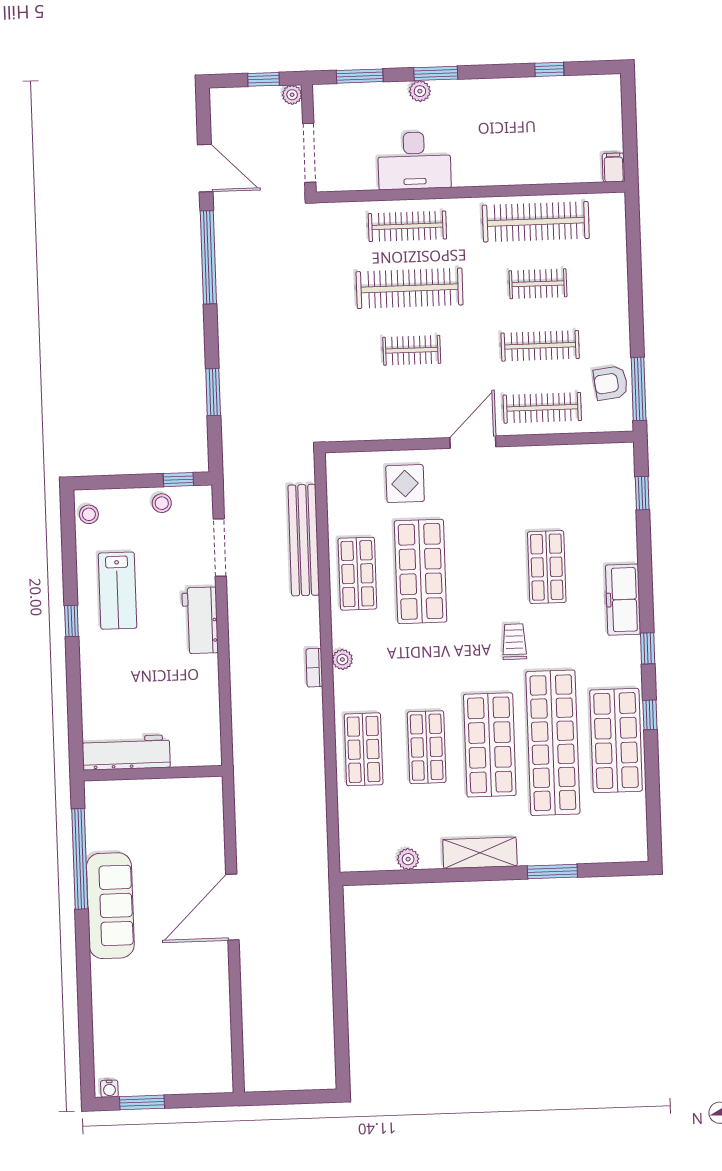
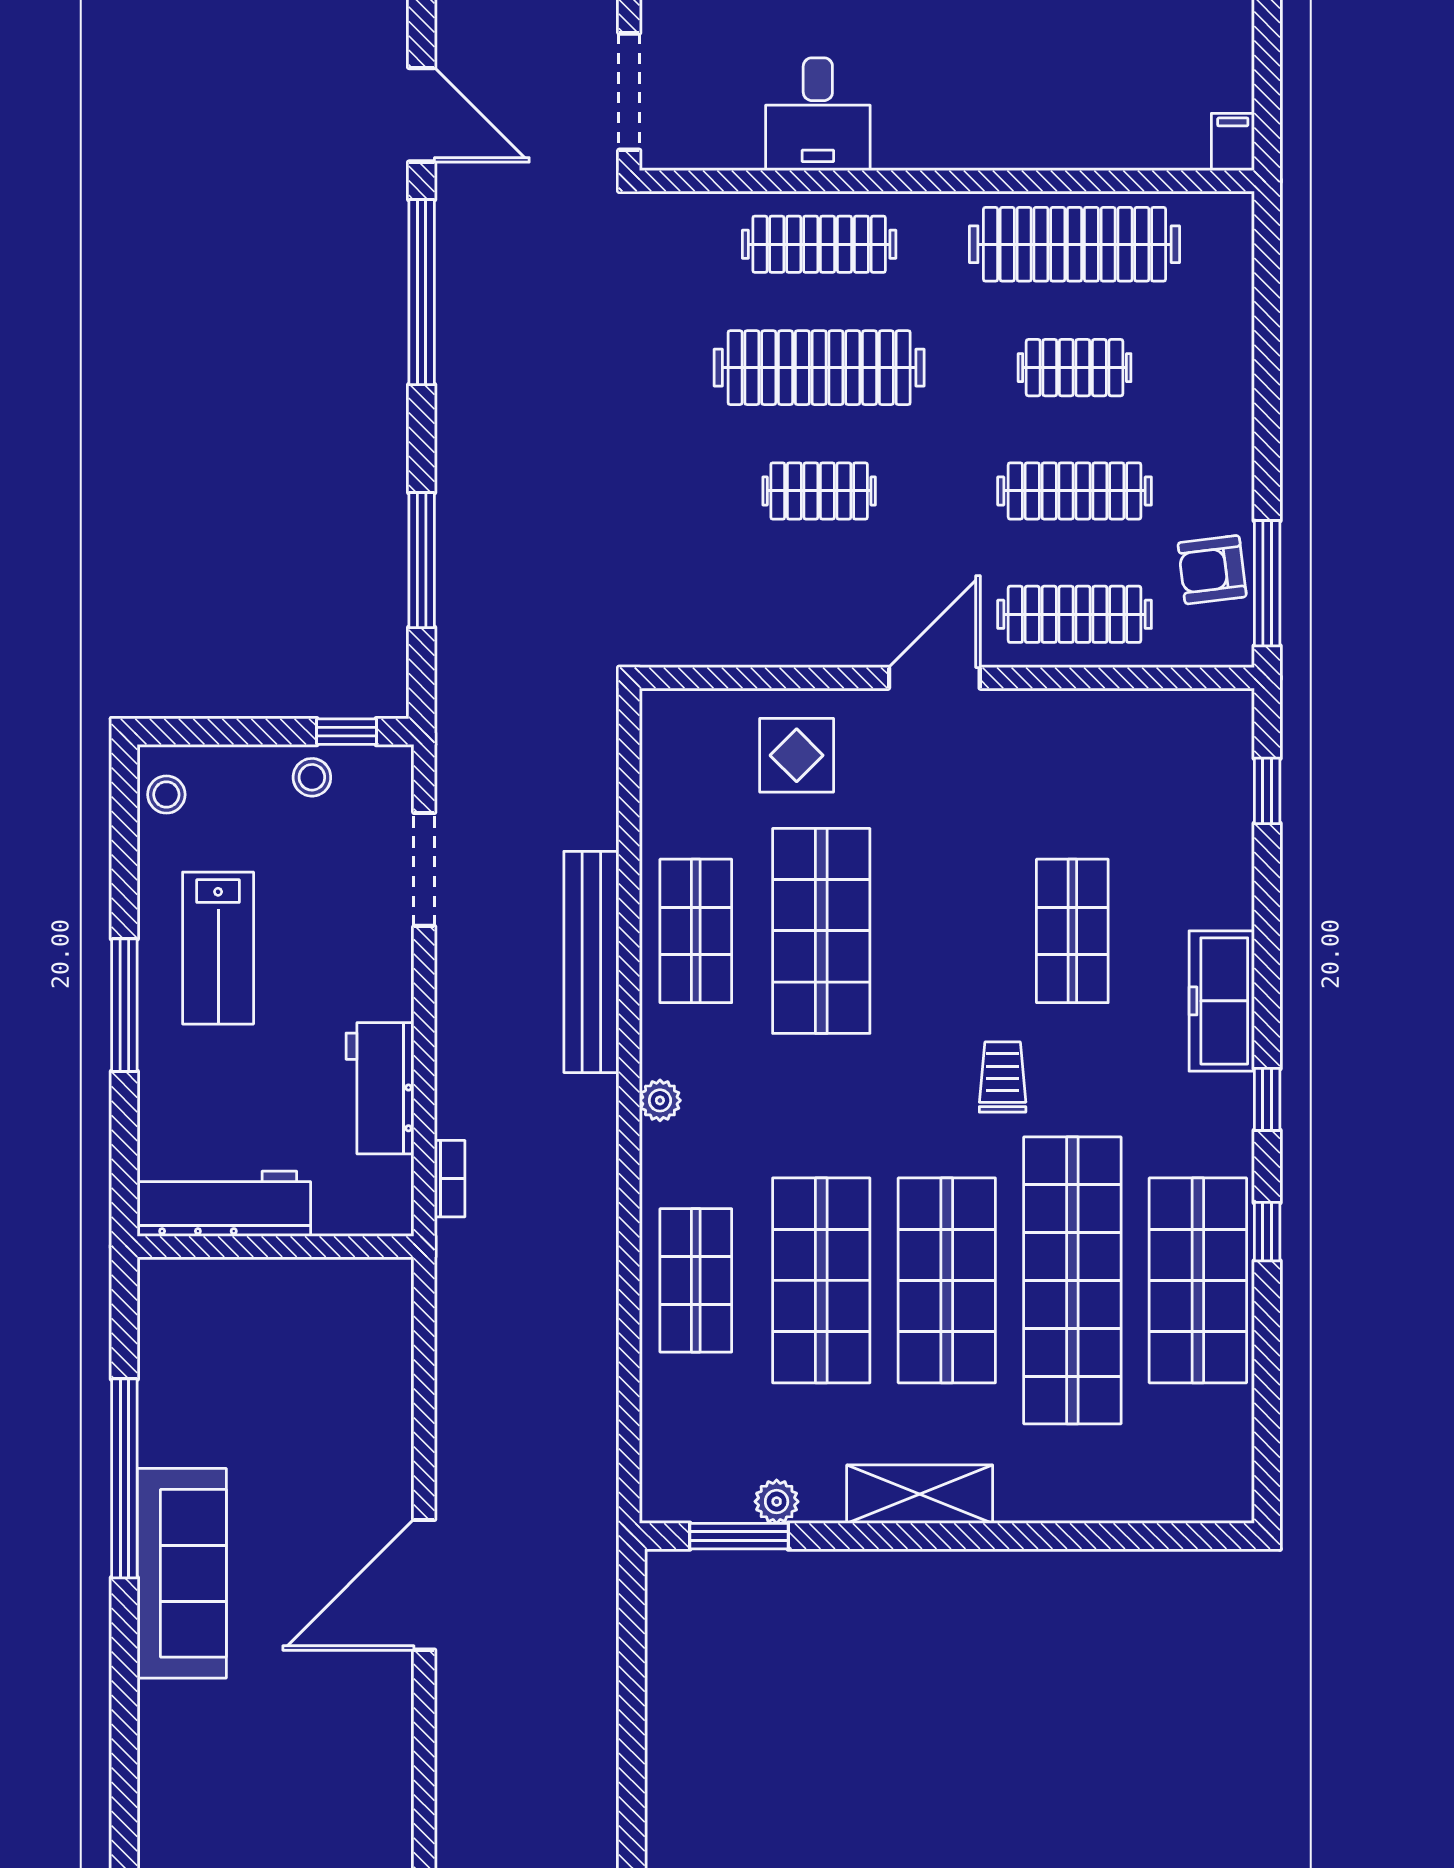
desk: (414, 161) -> (818, 114), width x0.73
window: (213, 392) -> (422, 560), width x1.44
bench: (304, 540) -> (591, 962), moved
workbench: (200, 620) -> (380, 1088), moved
window: (71, 621) -> (124, 1005), width x2.17
bookcase: (314, 668) -> (450, 1179), moved, turned 180
shop shelf: (427, 747) -> (821, 1280), width x1.43, depth x1.36
workbench: (126, 753) -> (224, 1204), moved
wall: (153, 773) -> (276, 1247), moved
window: (552, 871) -> (739, 1536), moved

